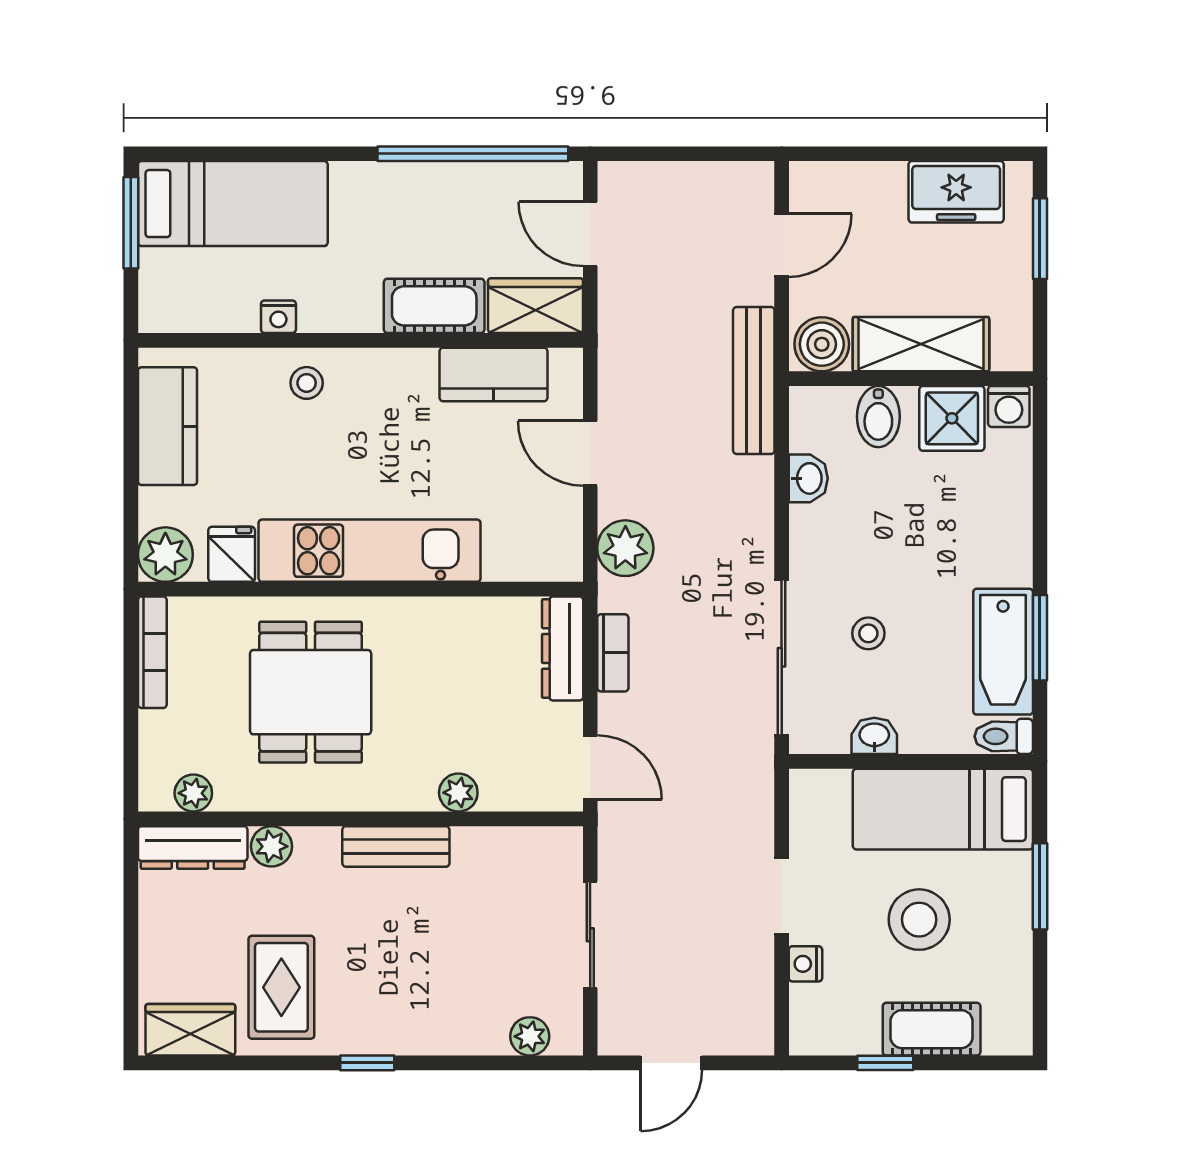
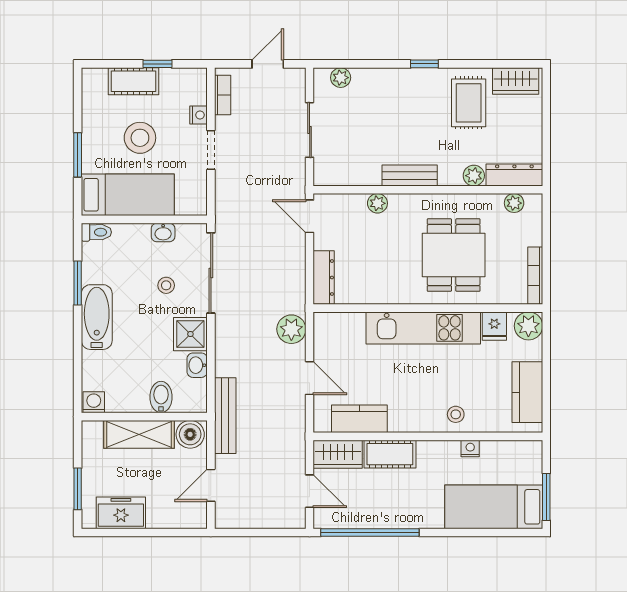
shower: (952, 418) -> (190, 334), moved
bathtub: (1003, 652) -> (97, 317), moved
bookcase: (613, 653) -> (223, 95), moved, turned 180

